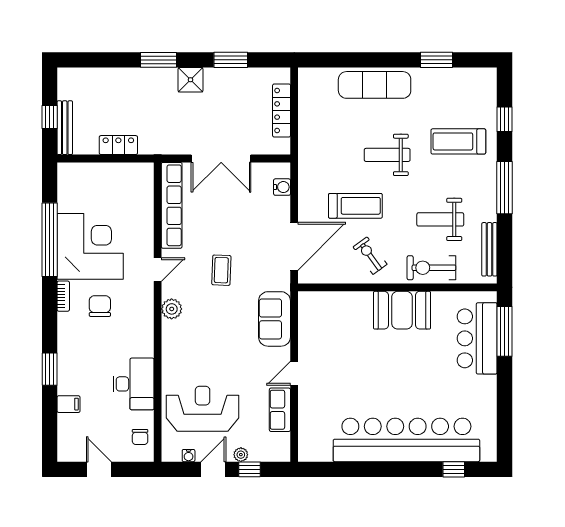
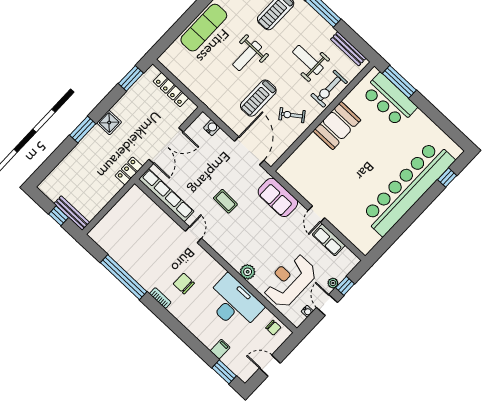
window: (231, 60) -> (131, 78), moved
locker: (118, 145) -> (129, 171), moved
treadmill: (355, 206) -> (258, 98), turned 180
weight bench: (440, 219) -> (308, 60), turned 90
corner desk: (90, 246) -> (147, 259), removed
plant: (172, 309) -> (248, 272), moved
window: (50, 369) -> (224, 372), moved
desk: (133, 384) -> (234, 303), width x1.36, depth x1.30

